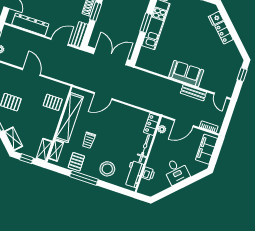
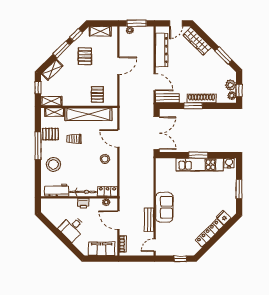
locker: (224, 33) -> (209, 233), width x1.53
stool: (119, 116) -> (105, 159), added
printer: (148, 174) -> (83, 203), moved

